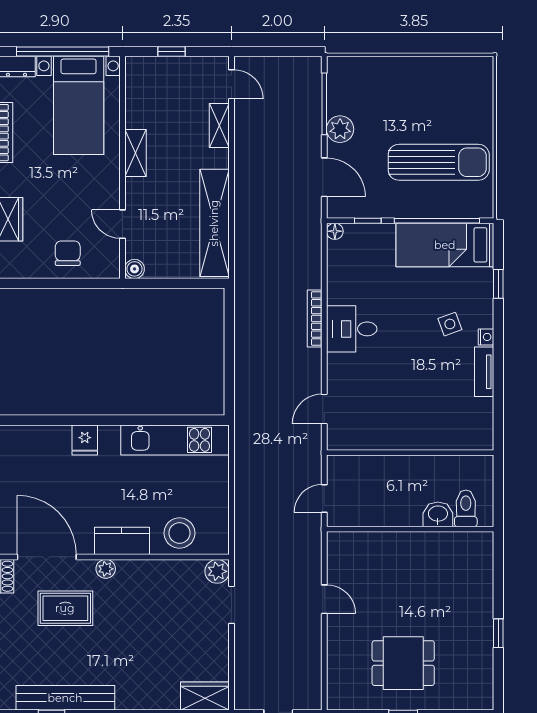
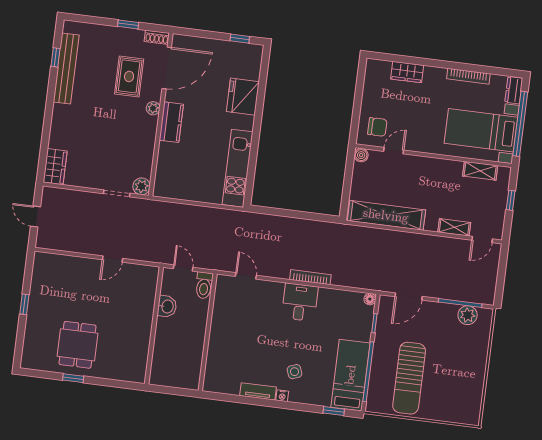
plant: (340, 129) -> (468, 315), moved
shelving: (135, 153) -> (480, 171), moved
chair: (68, 253) -> (377, 127), moved
window: (498, 284) -> (334, 411), moved
fridge: (85, 440) -> (243, 97), width x1.88, depth x1.34
toilet: (466, 508) -> (204, 285), moved, turned 90
washbasin: (438, 514) -> (167, 306), moved
stool: (179, 533) -> (172, 163), removed
dining table: (403, 663) -> (77, 345), moved

